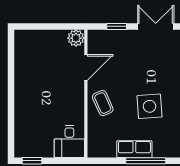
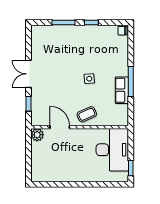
side table: (150, 106) -> (89, 79), width x0.54, depth x0.54
desk: (69, 141) -> (112, 150), width x1.87, depth x1.30

